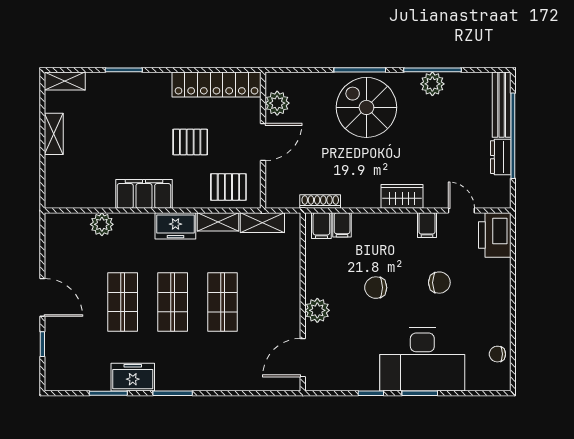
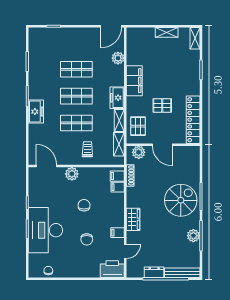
plant: (277, 103) -> (139, 152), moved
pallet: (190, 142) -> (162, 106), turned 90
trolley: (271, 281) -> (87, 149), added
door: (42, 297) -> (111, 26), moved
freezer: (133, 377) -> (36, 112), moved

